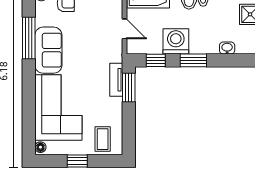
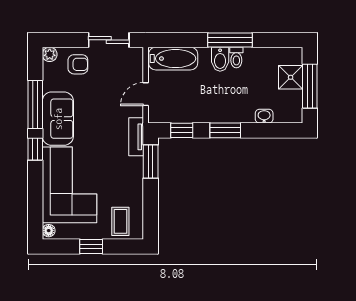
door: (124, 29) -> (146, 94), swing flipped
washing machine: (176, 41) -> (205, 108), removed
window: (29, 77) -> (35, 149), added
tv unit: (116, 80) -> (136, 137), moved

